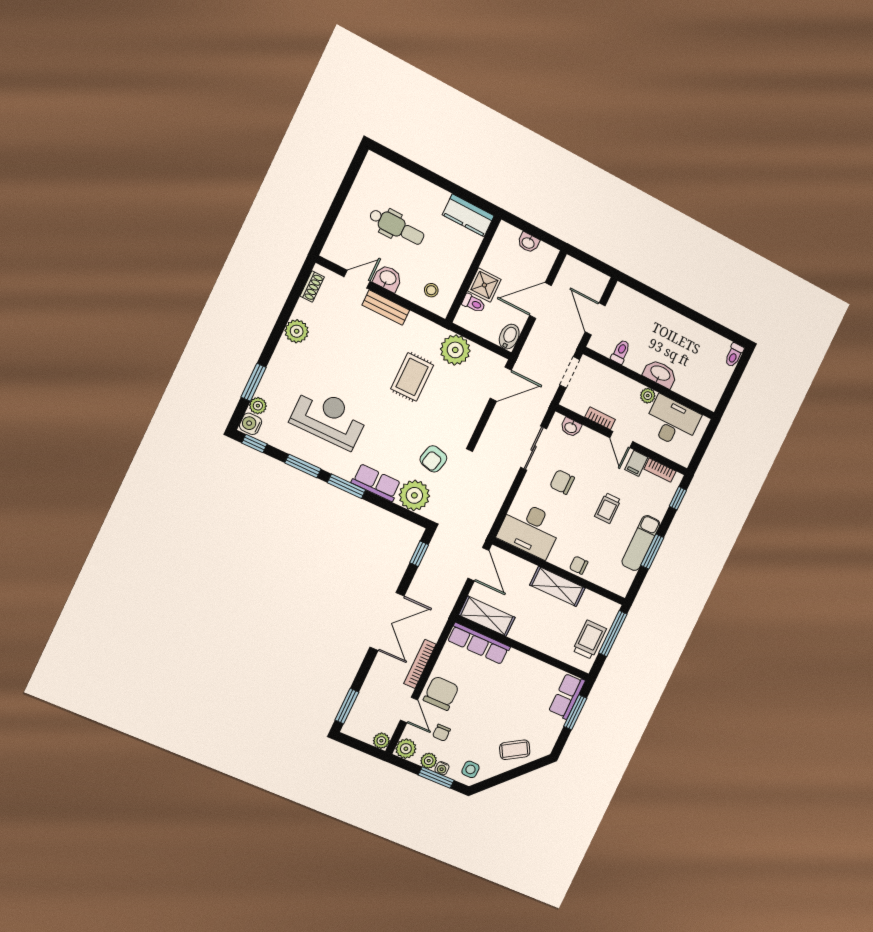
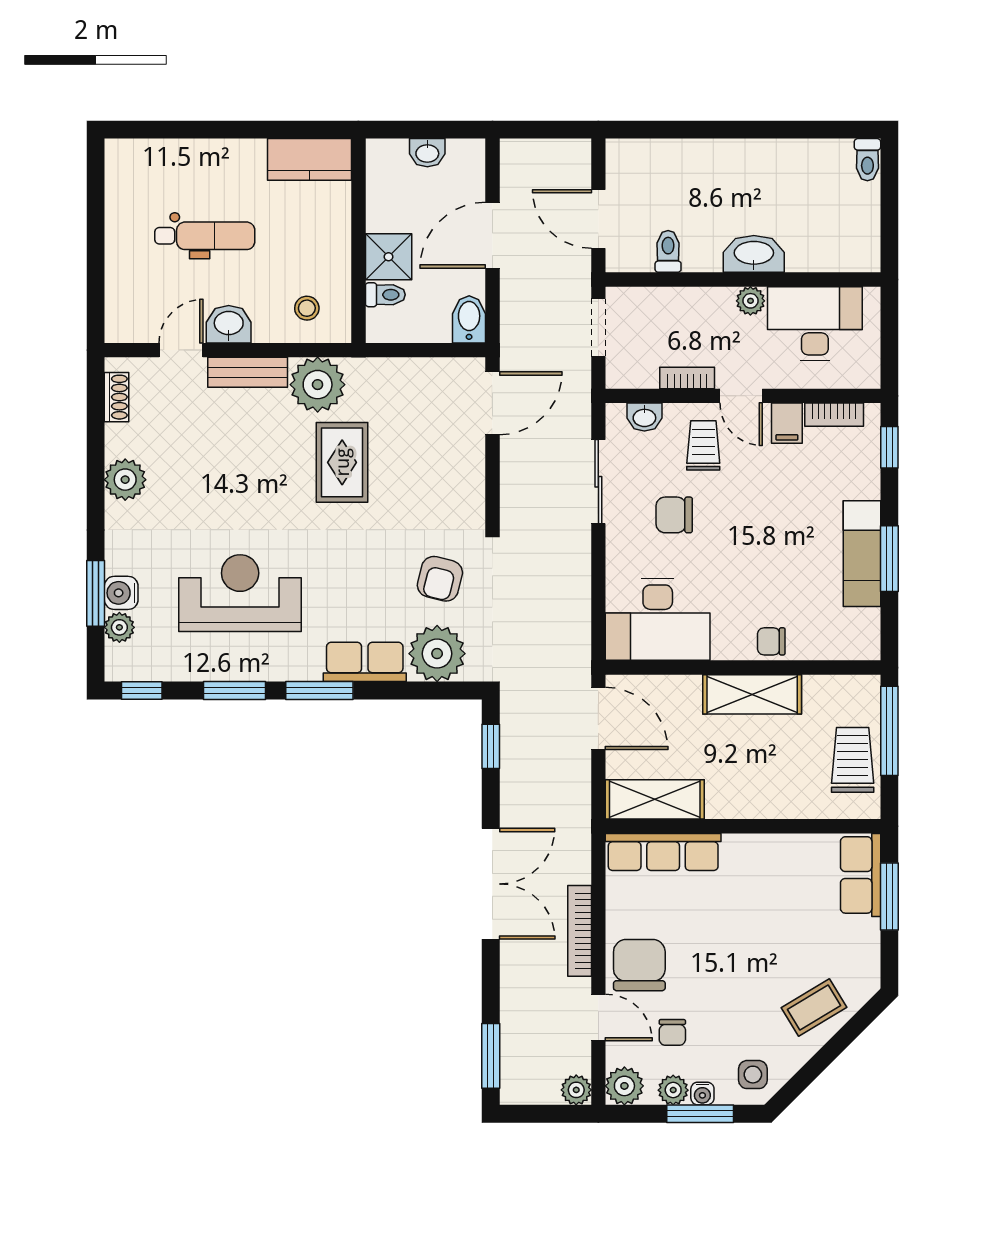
plant: (455, 350) -> (318, 385), moved
water cooler: (251, 424) -> (121, 593), moved
trolley: (608, 508) -> (703, 445), moved, turned 180

